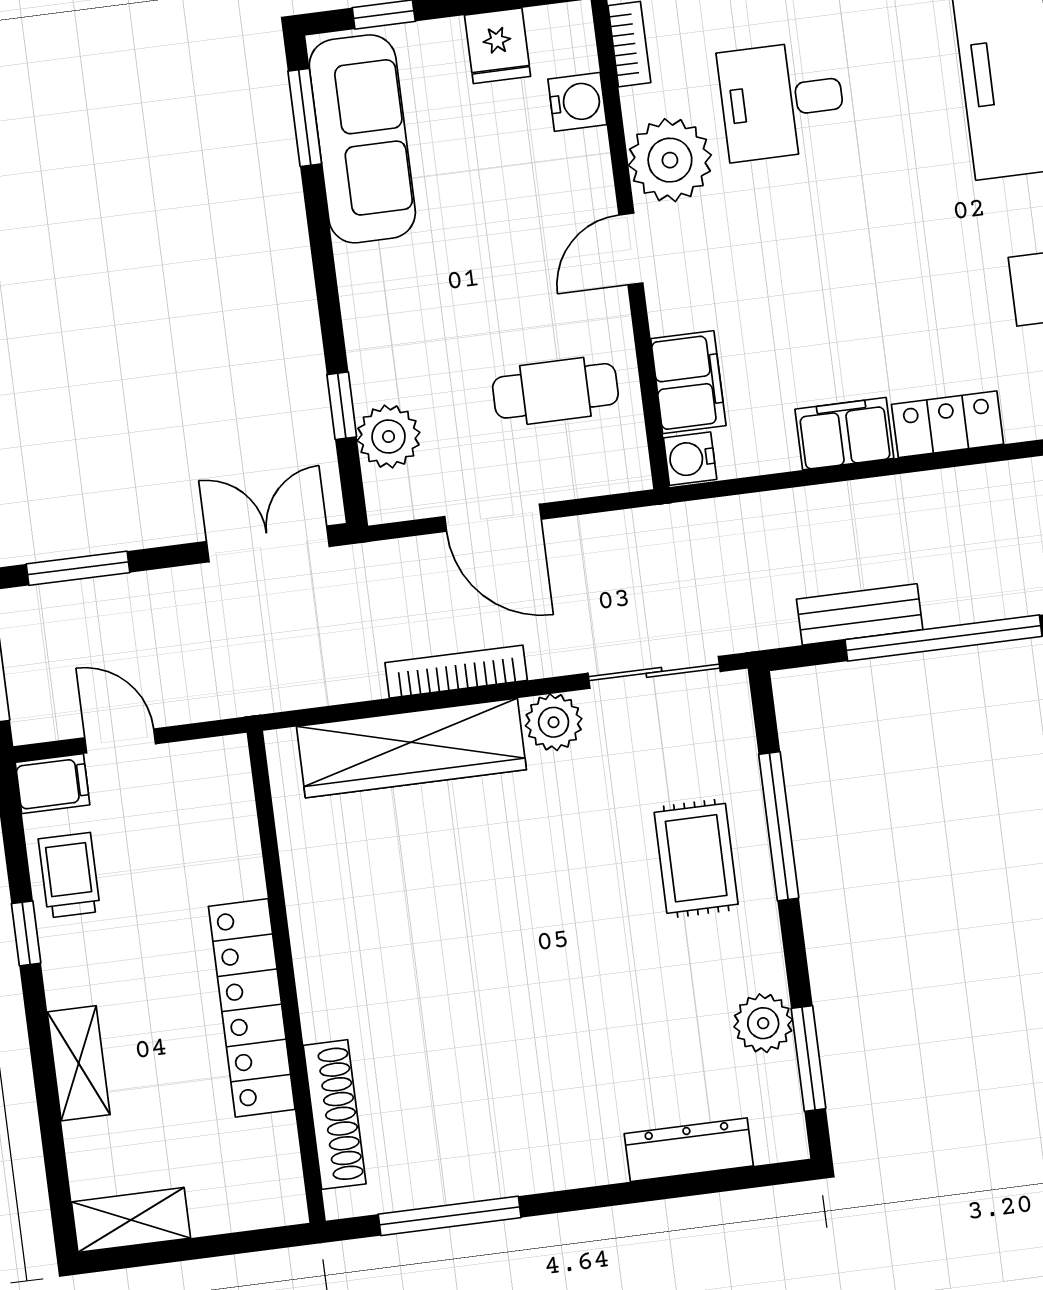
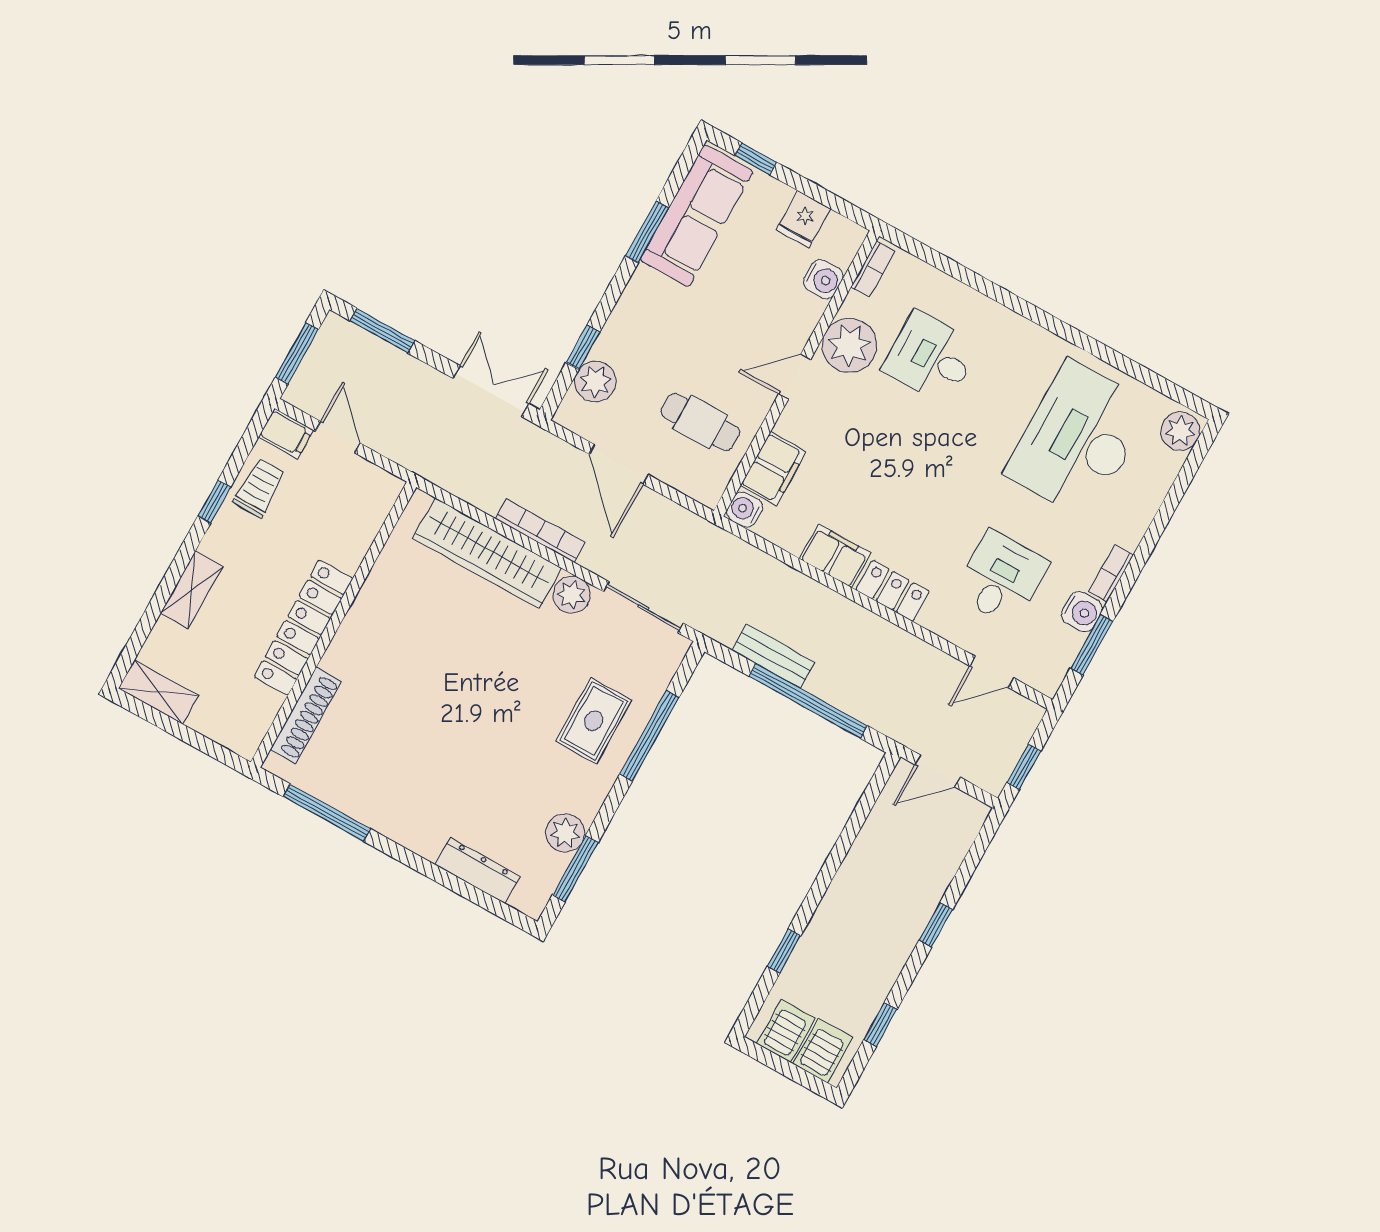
window: (305, 118) -> (647, 232), moved

